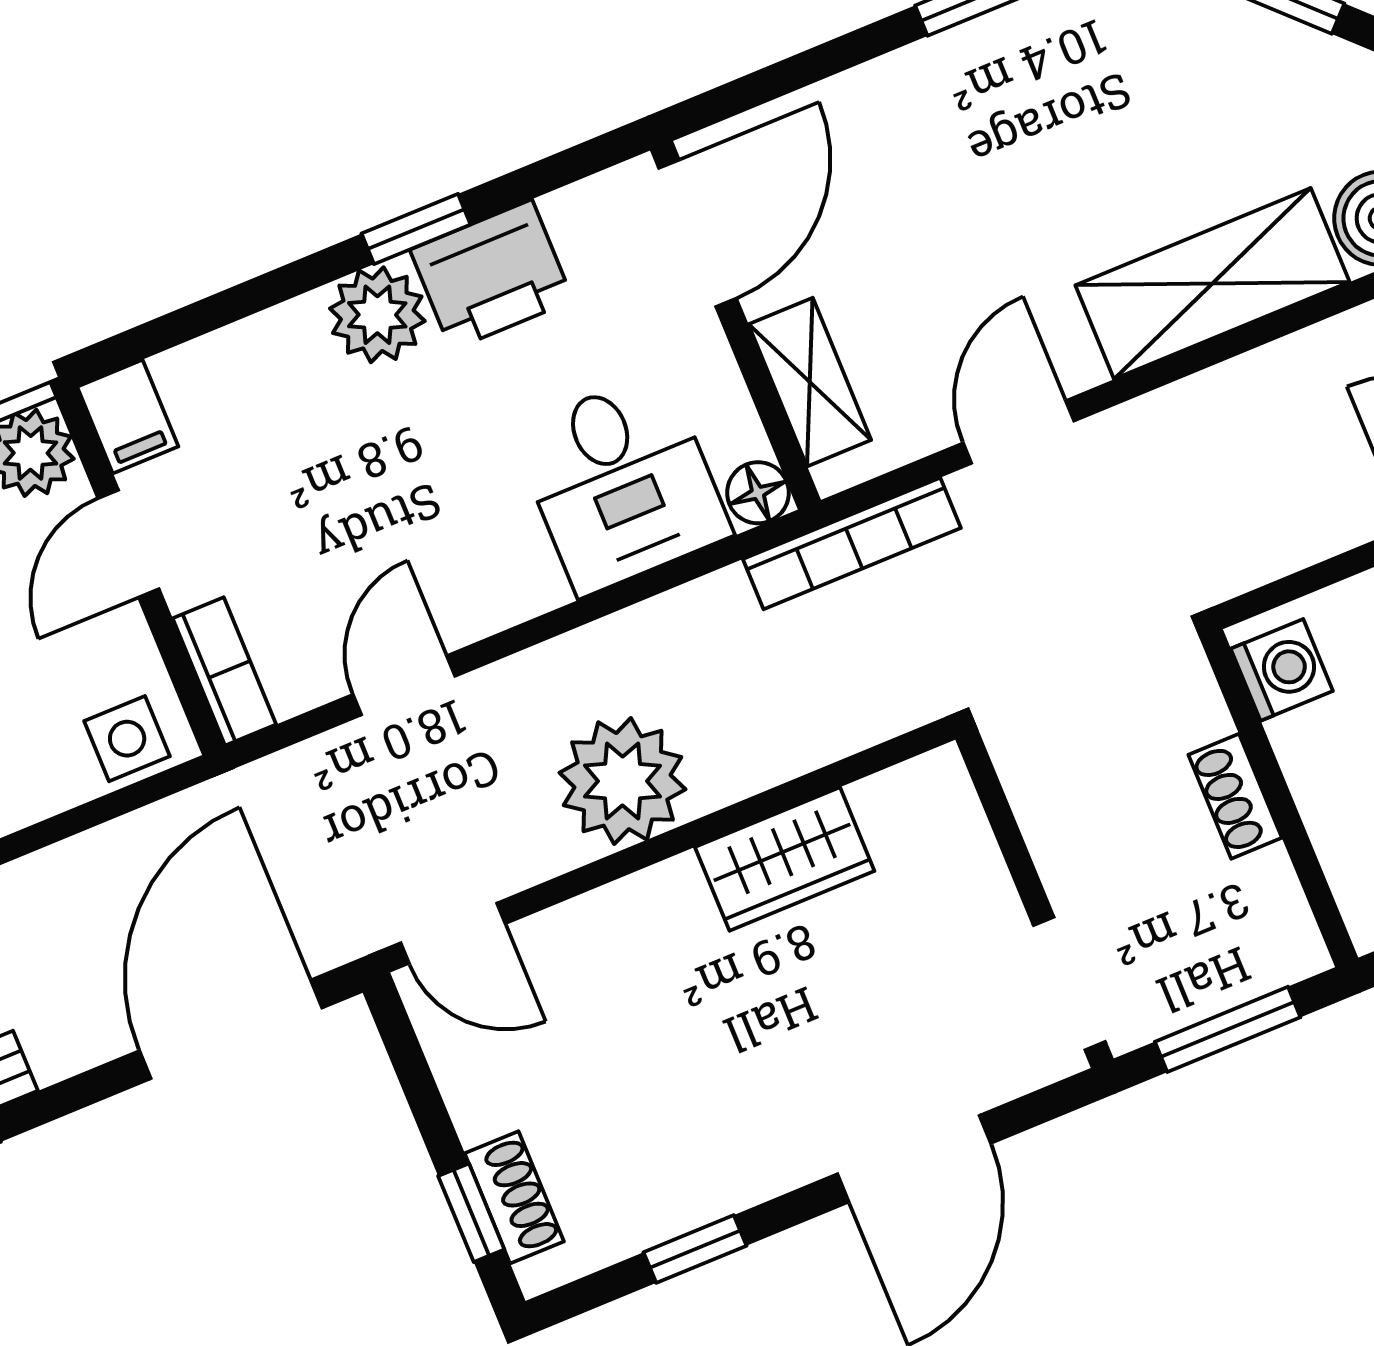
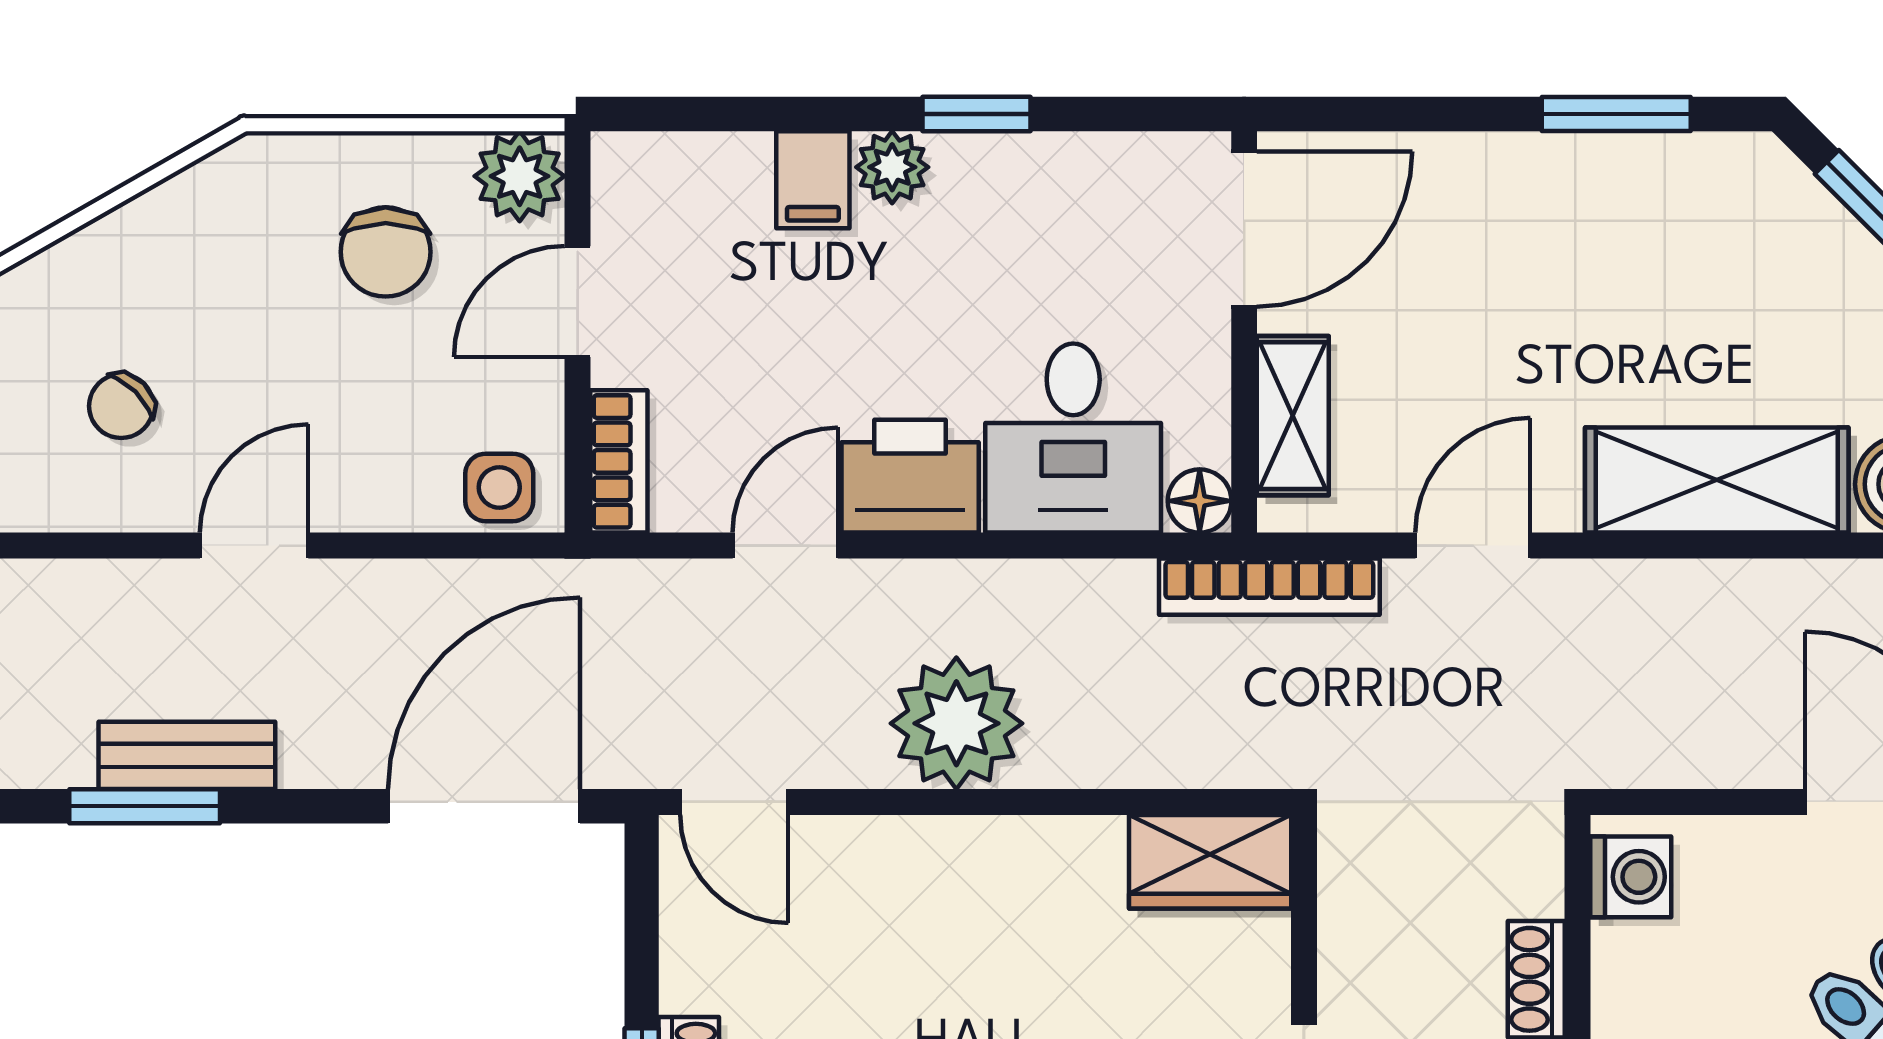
printer: (492, 275) -> (910, 476), moved, turned 180
plant: (377, 315) -> (892, 167), width x0.73, depth x0.73
filing cabinet: (128, 417) -> (813, 180), moved
wardrobe: (785, 859) -> (1210, 862), moved

